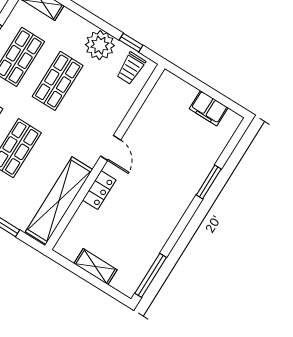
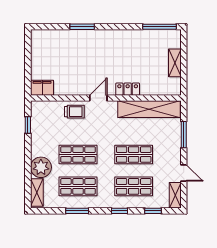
plant: (100, 45) -> (41, 167), moved
trolley: (131, 68) -> (74, 112), moved
filing cabinet: (209, 108) -> (42, 88), moved, turned -90

